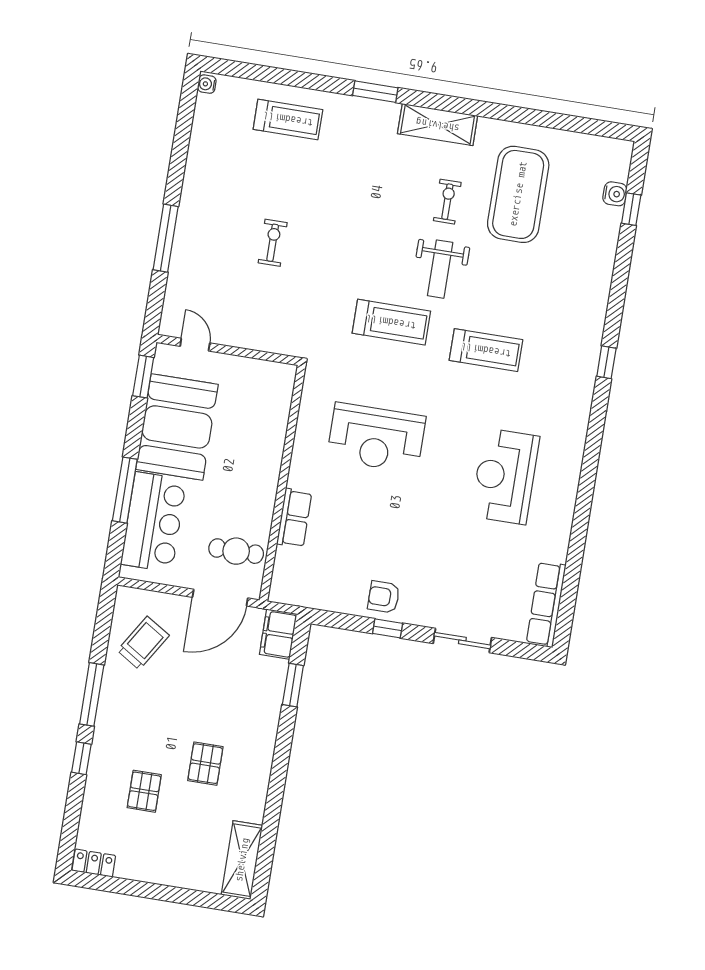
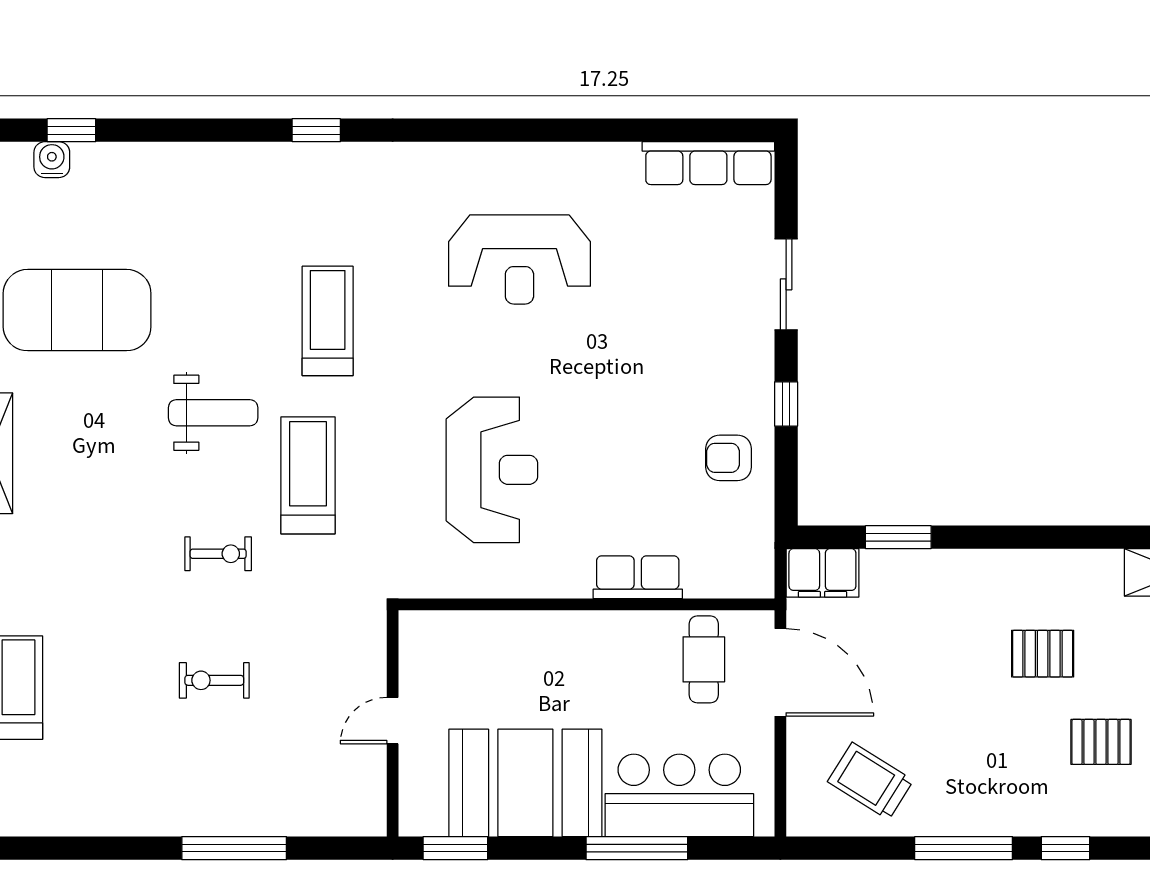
exercise bike: (447, 202) -> (218, 554), moved, turned 180
door: (195, 345) -> (393, 721), moved
armchair: (384, 597) -> (728, 458), moved, turned 90

